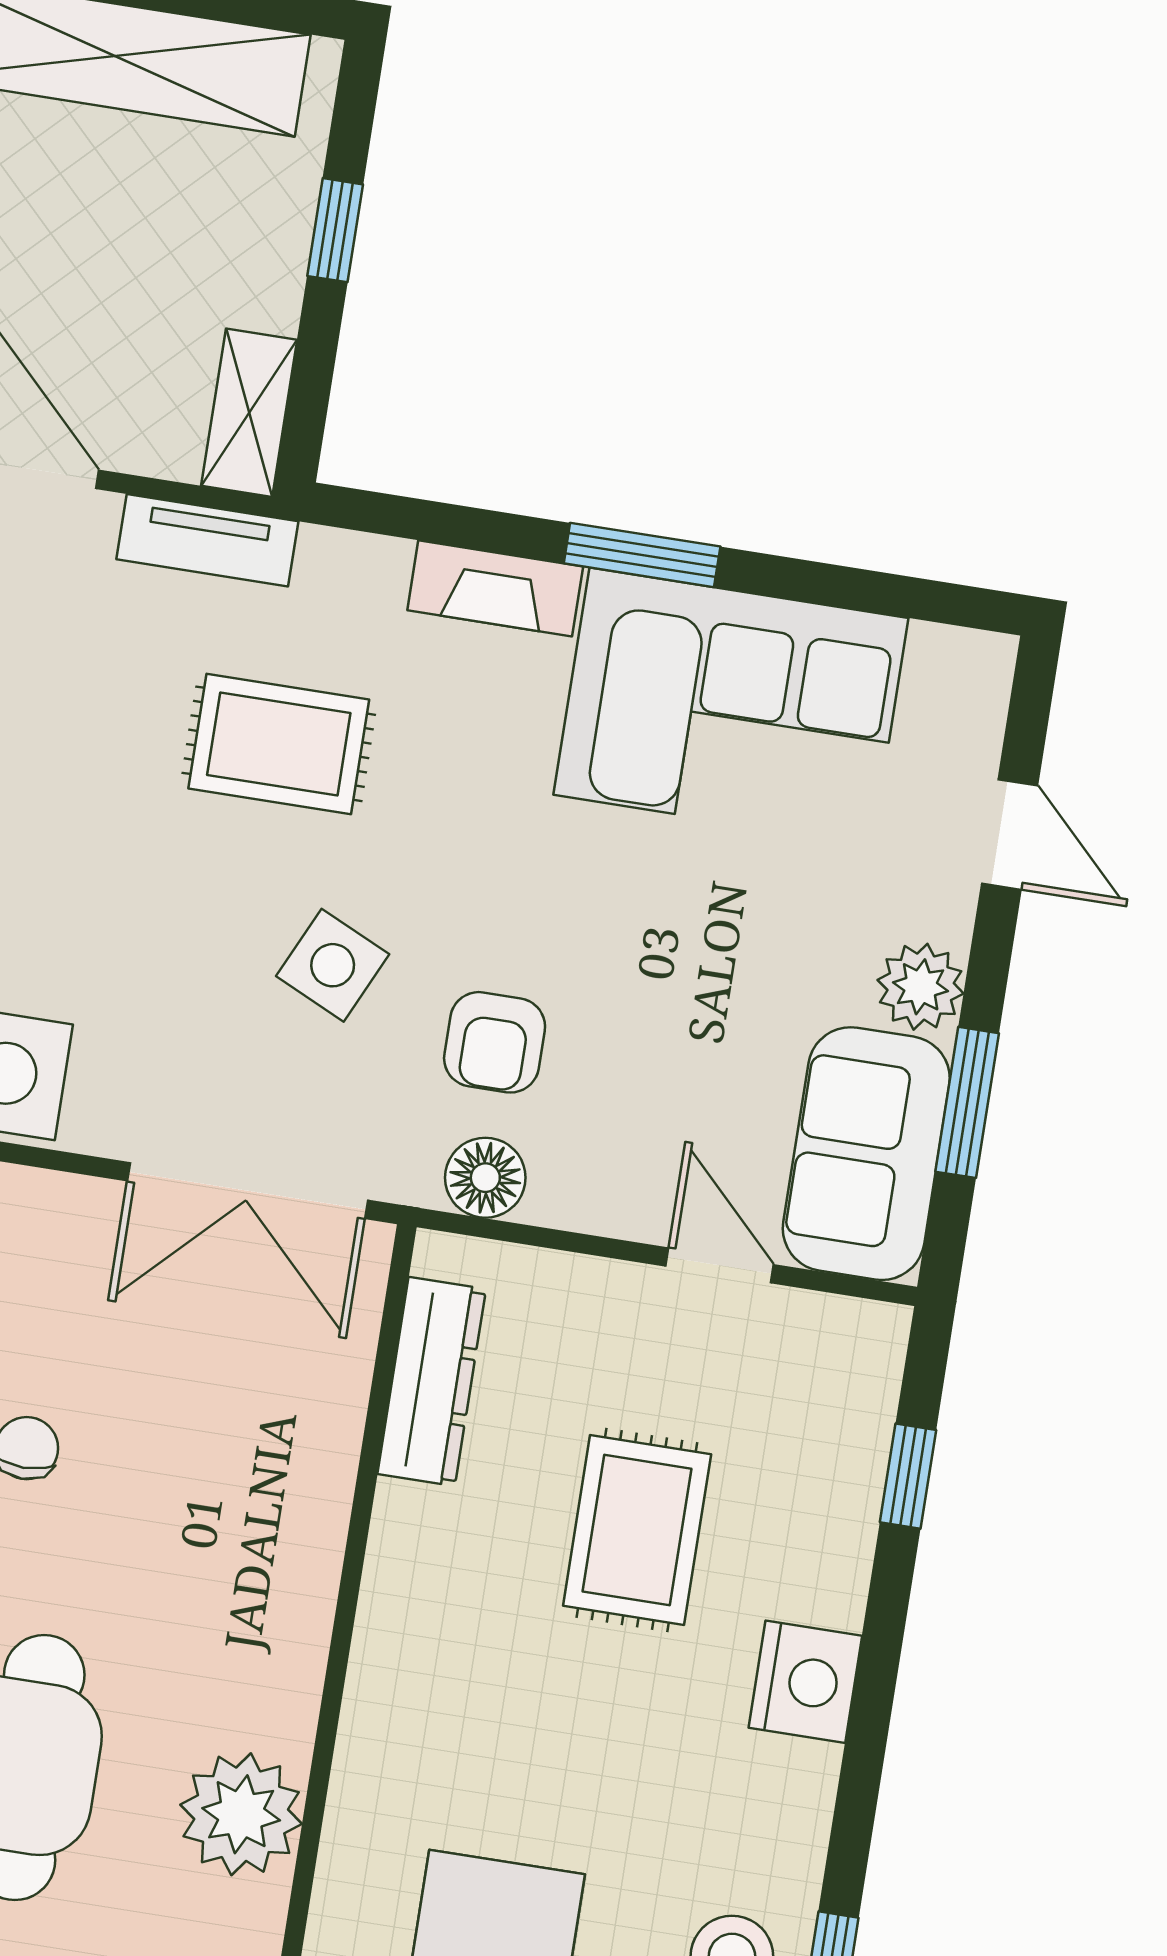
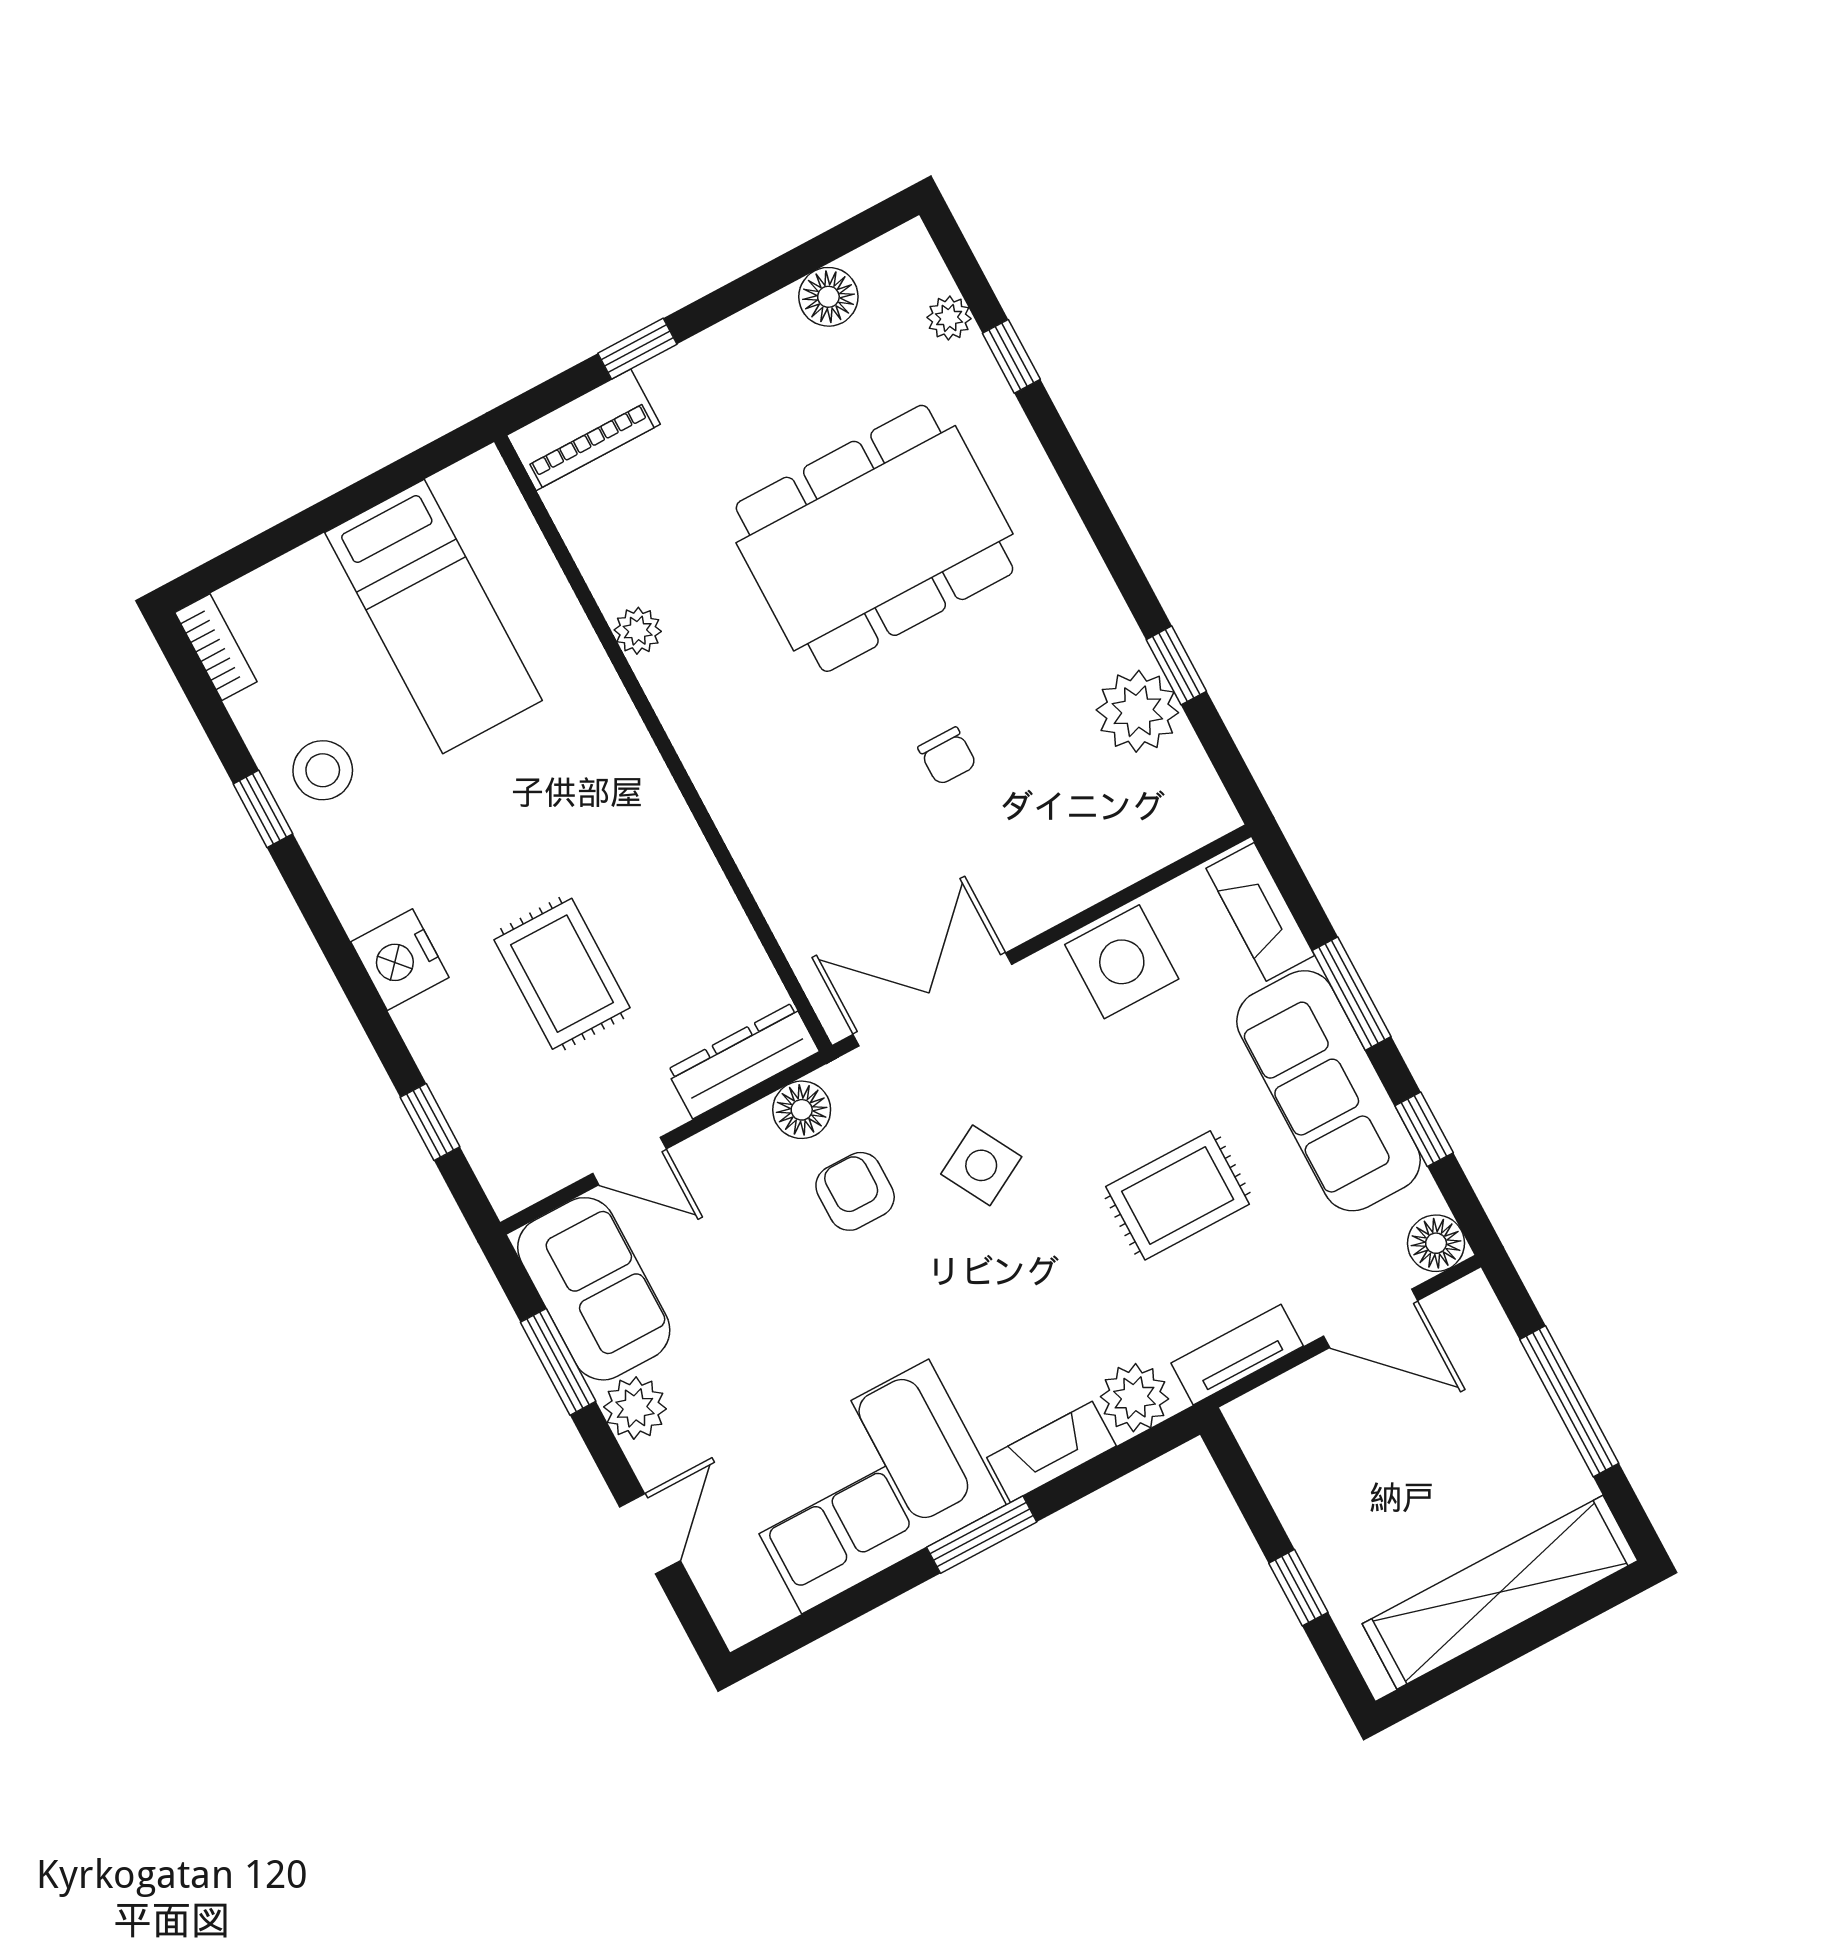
shelving: (249, 413) -> (1269, 1446), removed
plant: (357, 579) -> (1134, 1398), added
rug: (279, 744) -> (1178, 1195), moved
door: (1010, 834) -> (650, 1534), swing flipped
side table: (333, 965) -> (981, 1165), turned 36
dresser: (432, 1382) -> (743, 1061), moved, turned 90
plant: (241, 1814) -> (638, 631), width x0.53, depth x0.53

